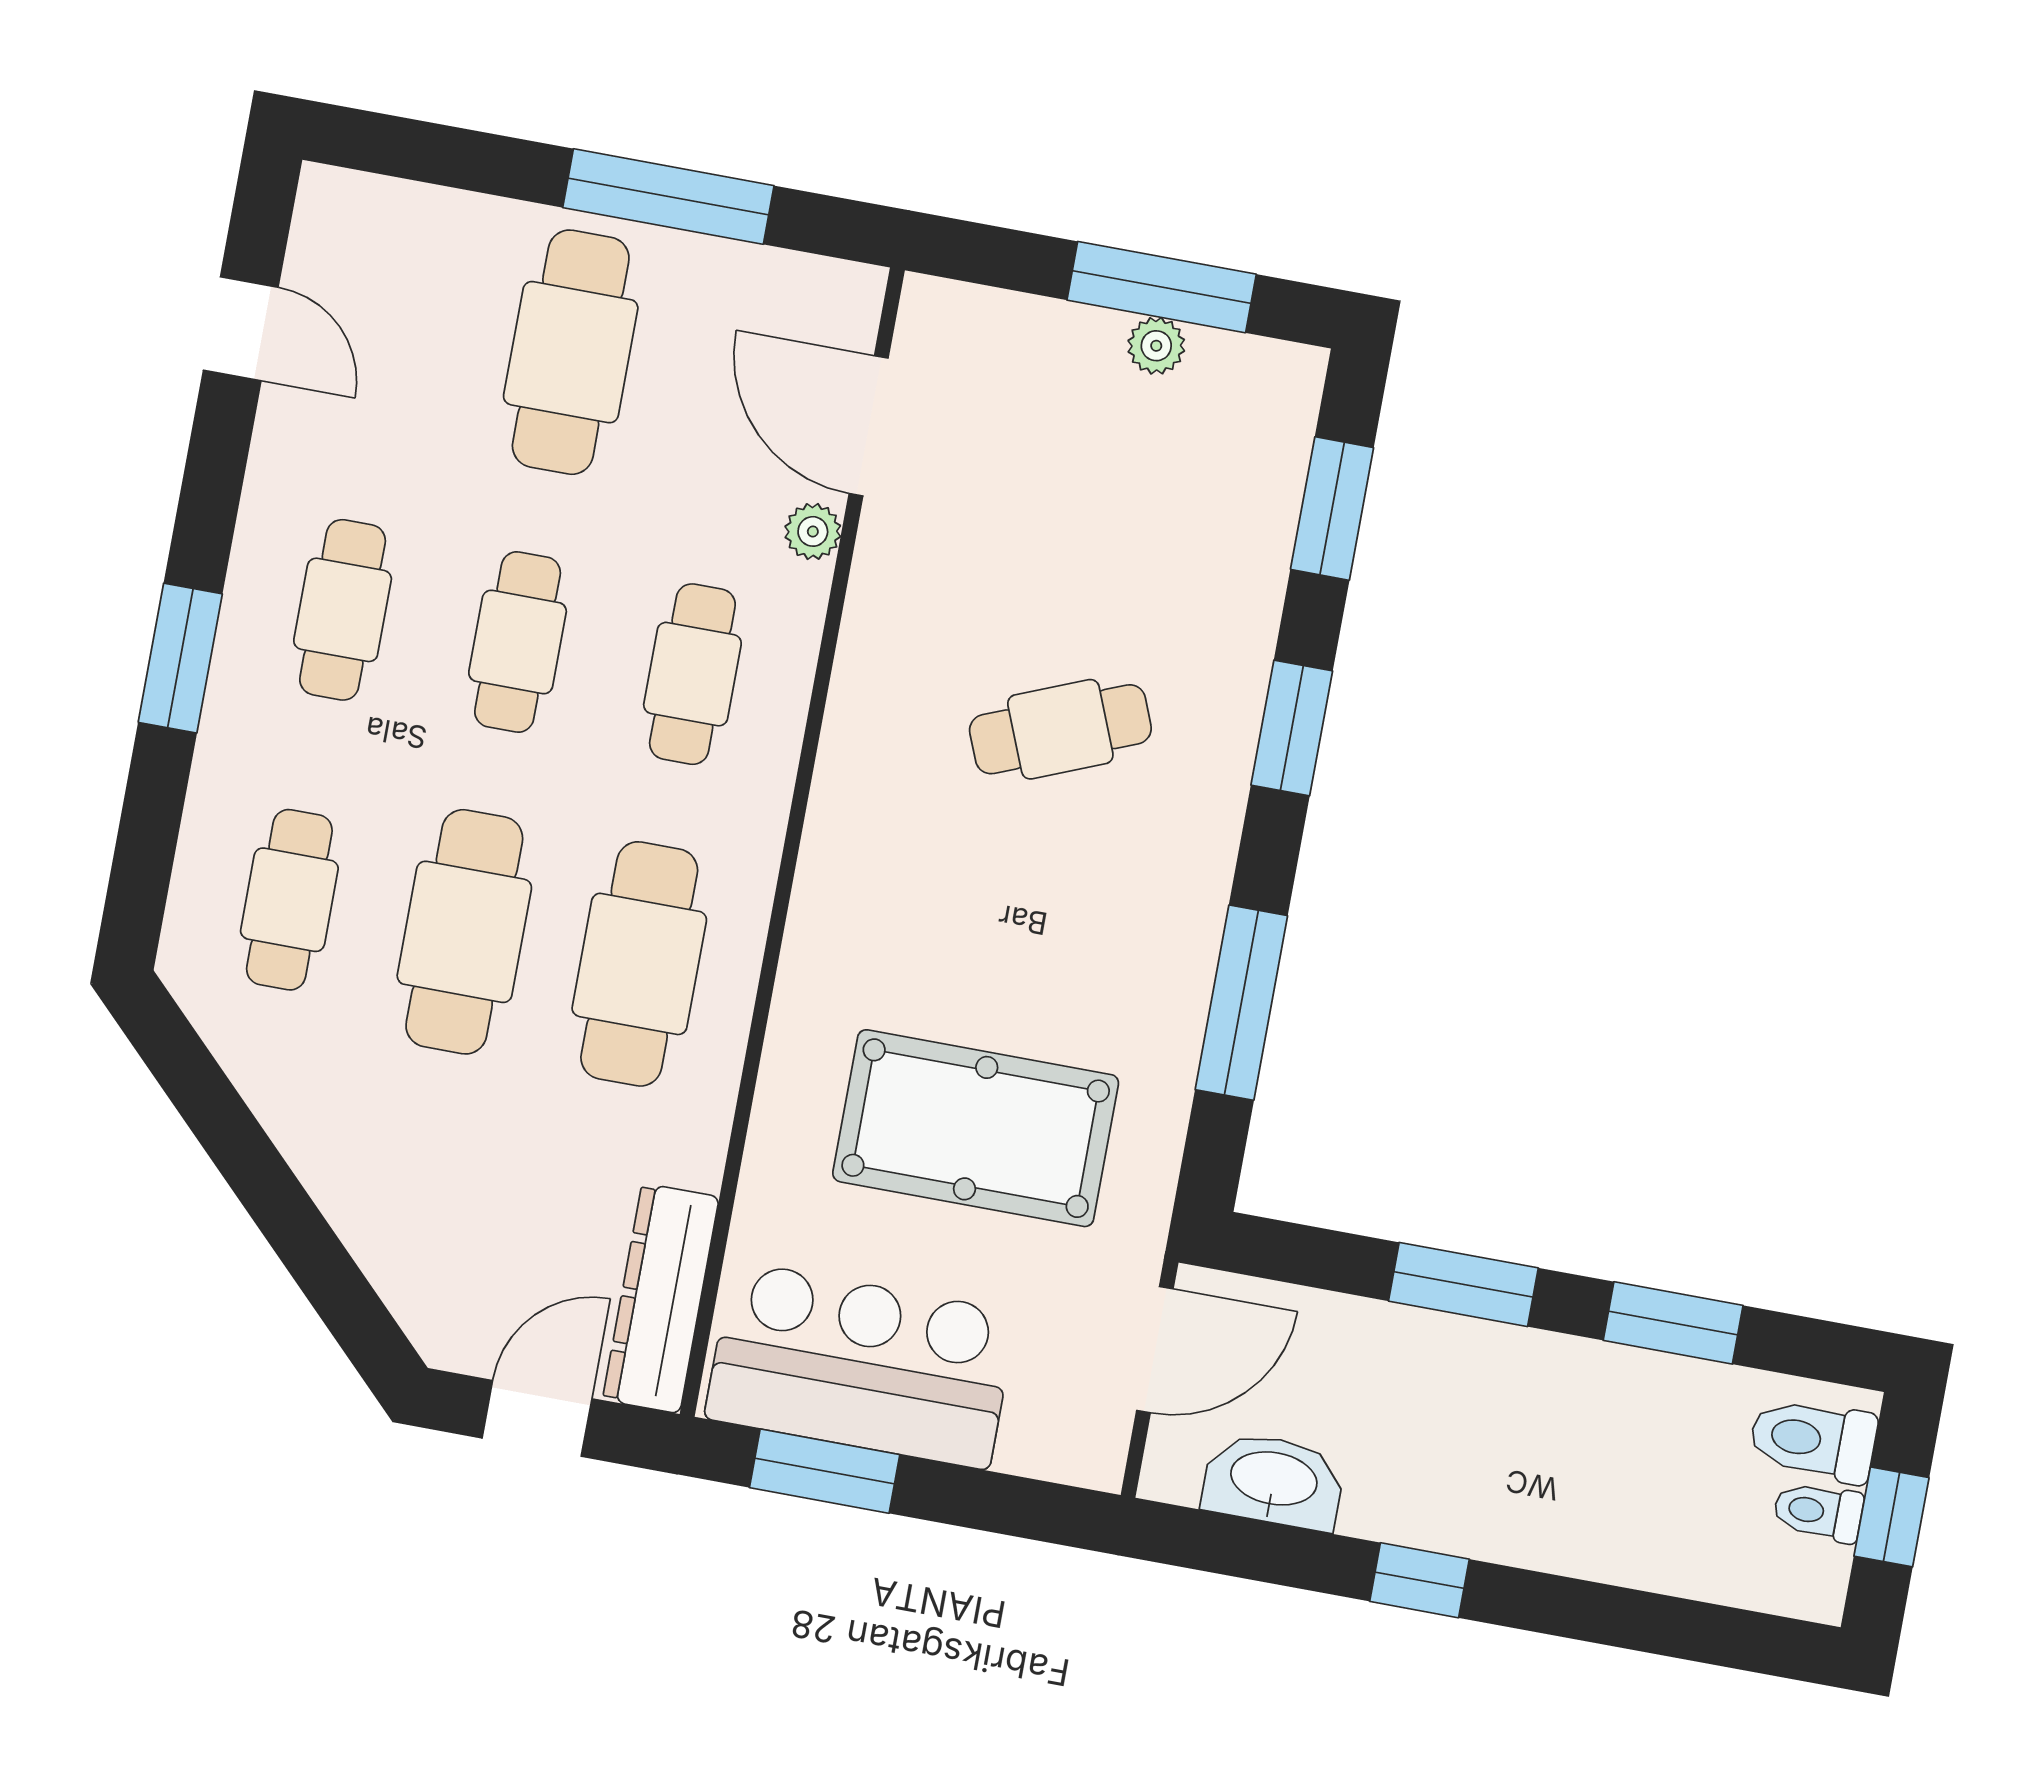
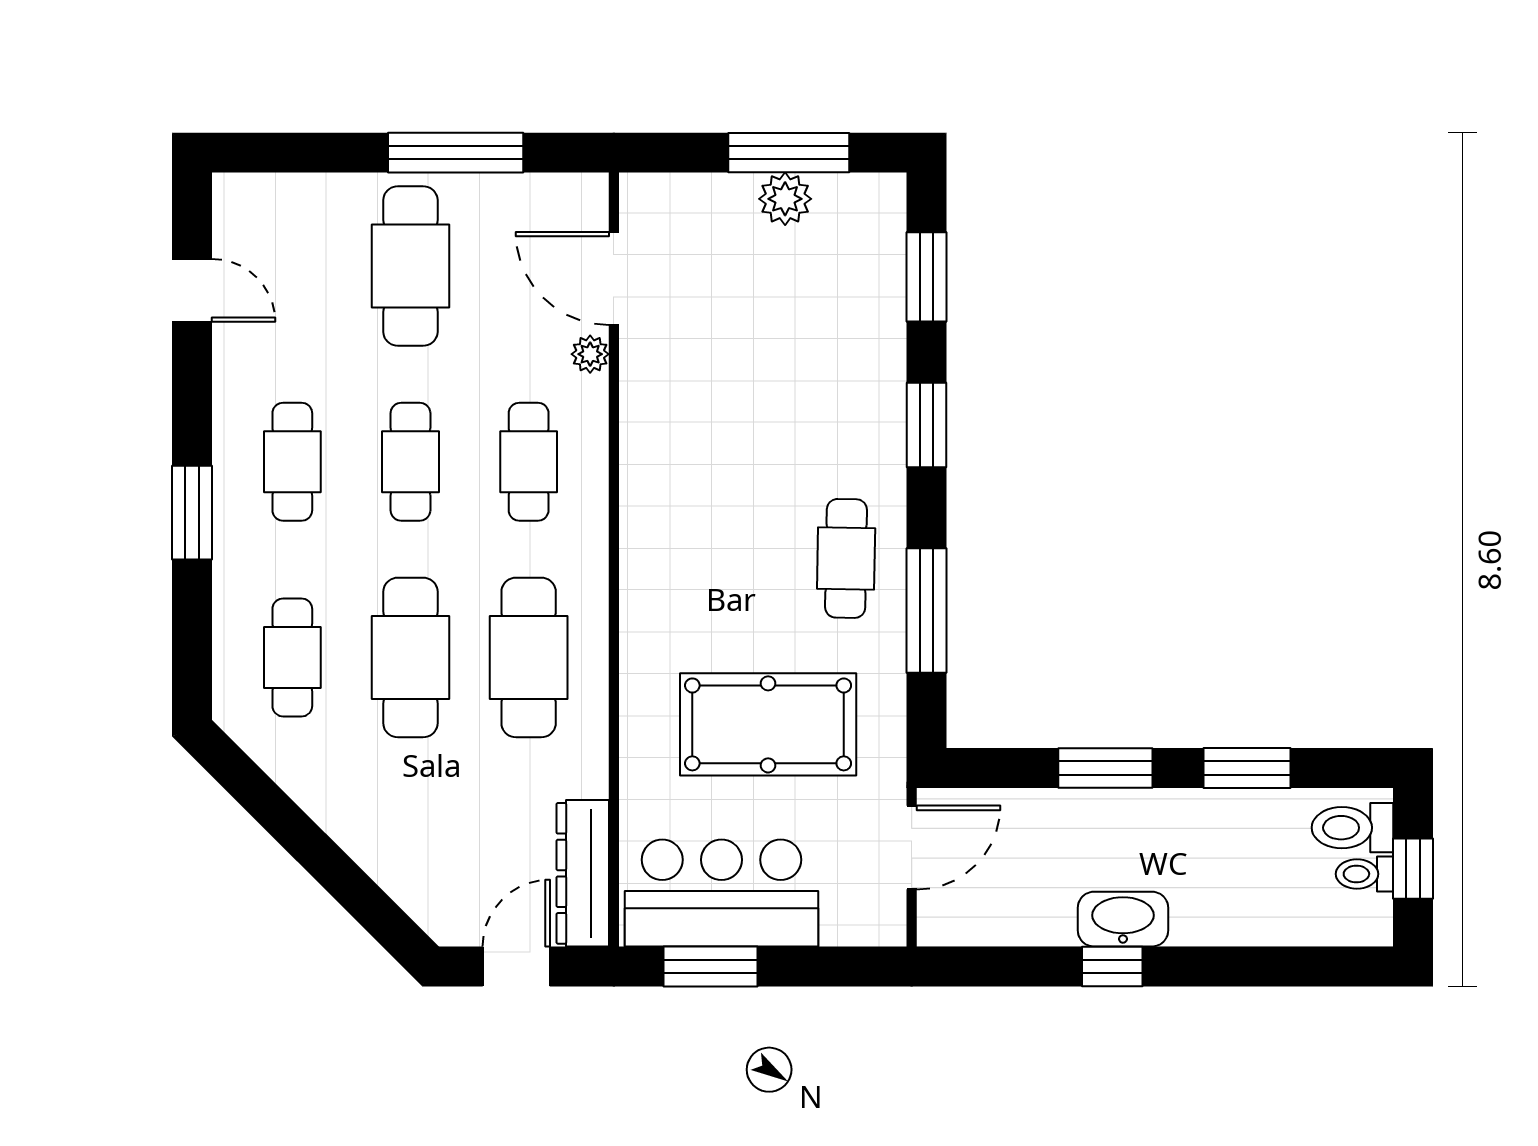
plant: (1156, 346) -> (785, 199), width x1.38, depth x1.38
cafe table: (1060, 729) -> (846, 558), moved, turned -67
washbasin: (1273, 1481) -> (1123, 919), moved

